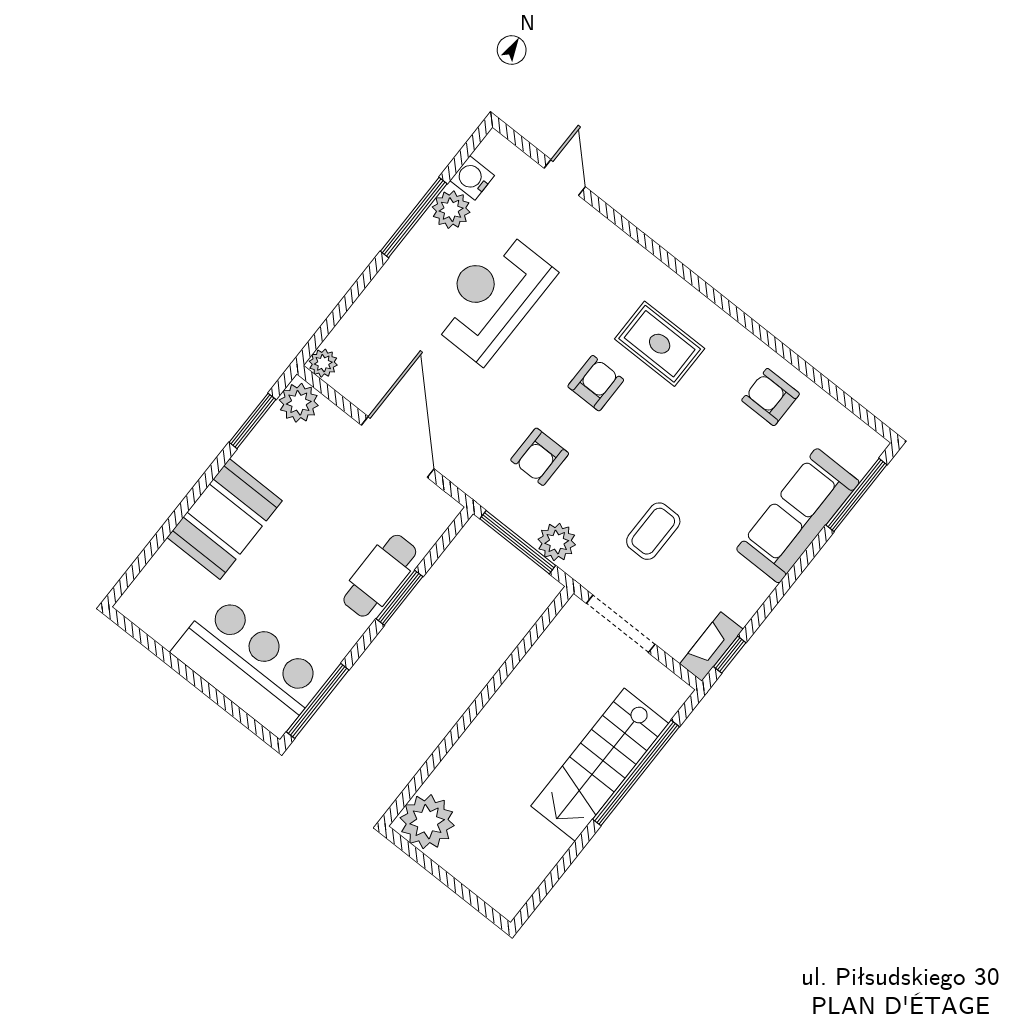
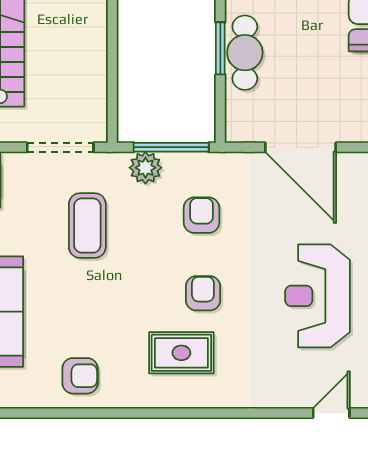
door: (565, 178) -> (331, 413), swing flipped
reception desk: (491, 296) -> (318, 296), turned 180
armchair: (596, 383) -> (203, 293), turned 180
coffee table: (653, 531) -> (87, 226), width x1.36, depth x1.30

